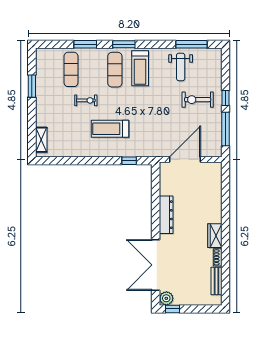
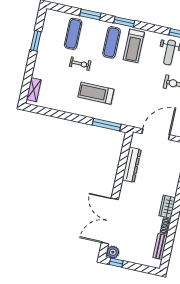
window: (129, 161) -> (107, 125), width x2.17
dresser: (166, 215) -> (132, 165), moved

